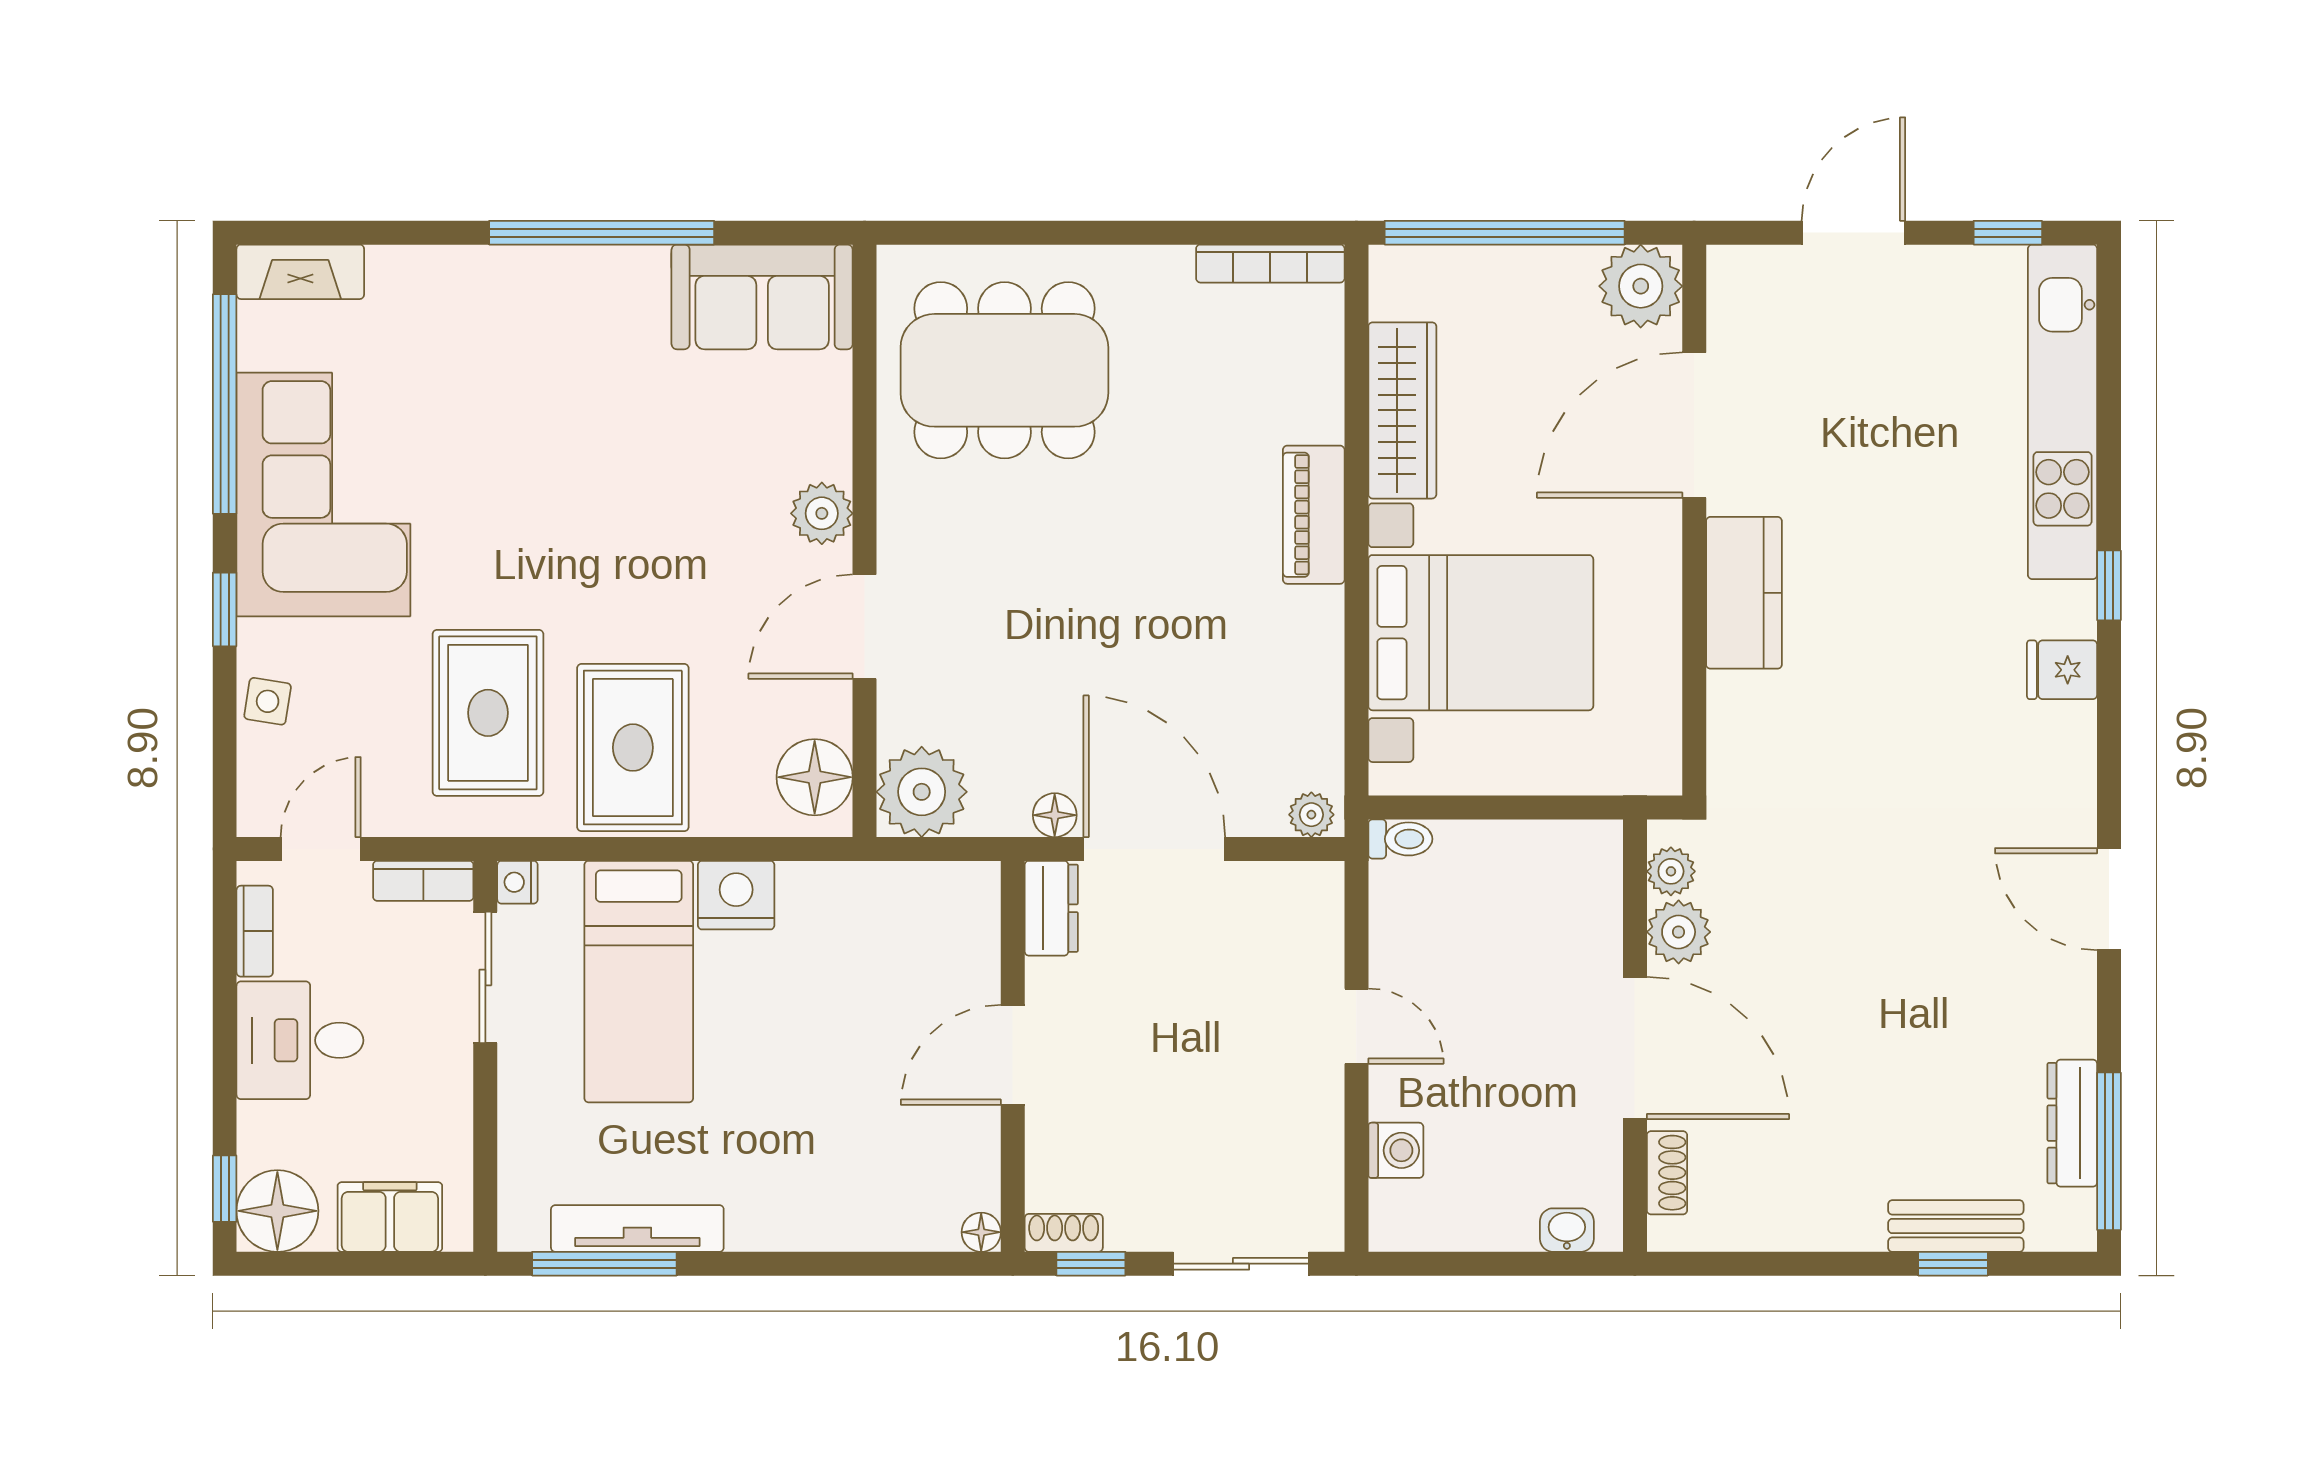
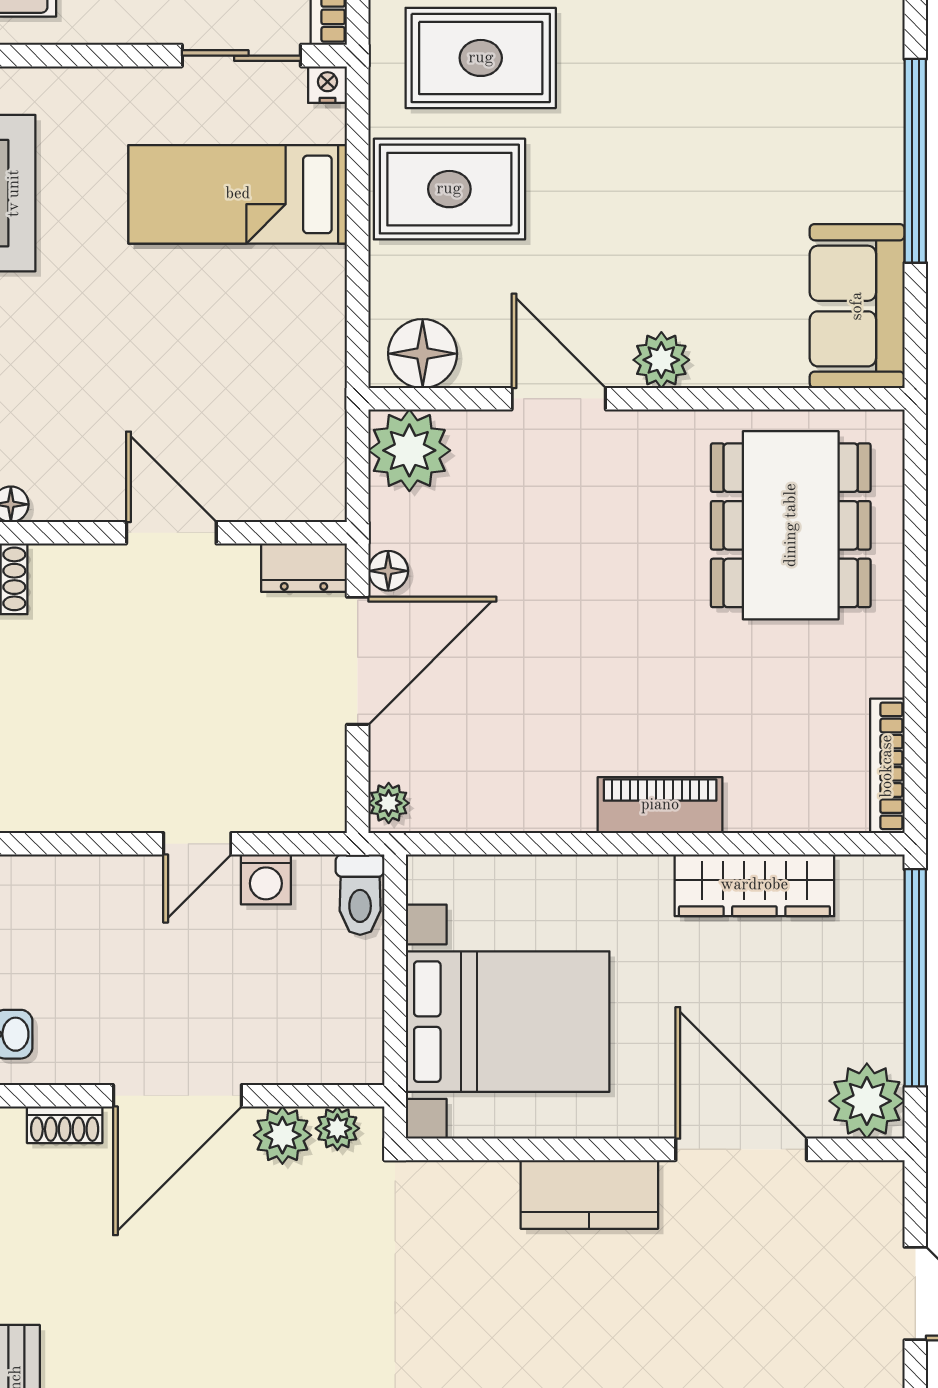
bed with nightstands: (1481, 633) -> (508, 1022), moved, turned -90
toilet: (1400, 839) -> (360, 895), width x1.37, depth x1.39
nightstand: (736, 895) -> (316, 283), removed
washing machine: (1396, 1150) -> (266, 879), moved

